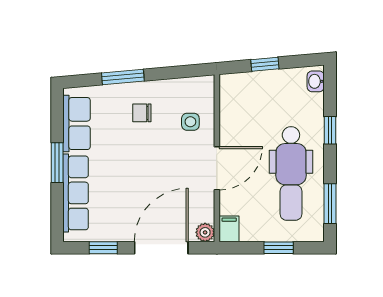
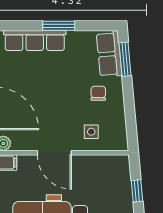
window: (123, 77) -> (125, 59), moved
row of seats: (77, 124) -> (109, 54), moved, turned 85

